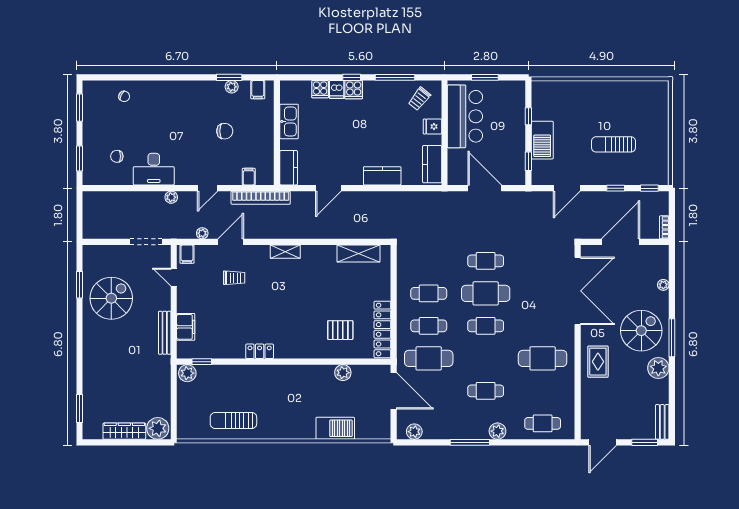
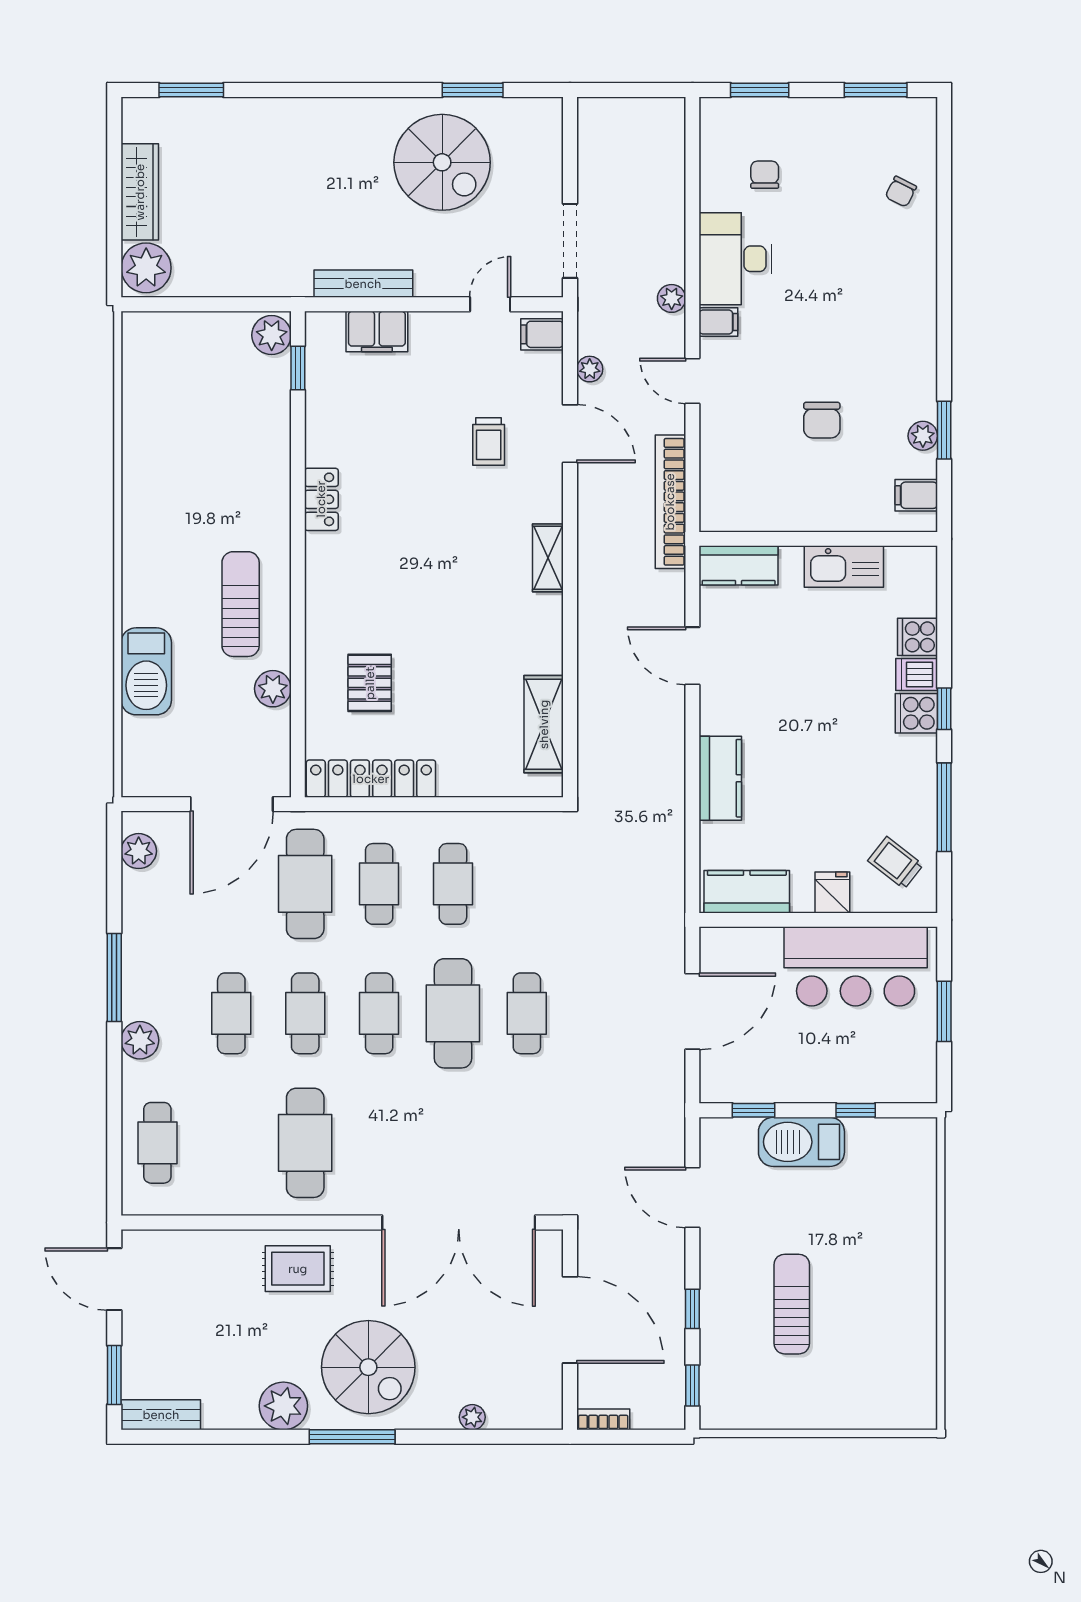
filing cabinet: (249, 177) -> (718, 322), moved
cafe table: (486, 358) -> (305, 1013), added
sun lounger: (233, 421) -> (241, 604), moved

